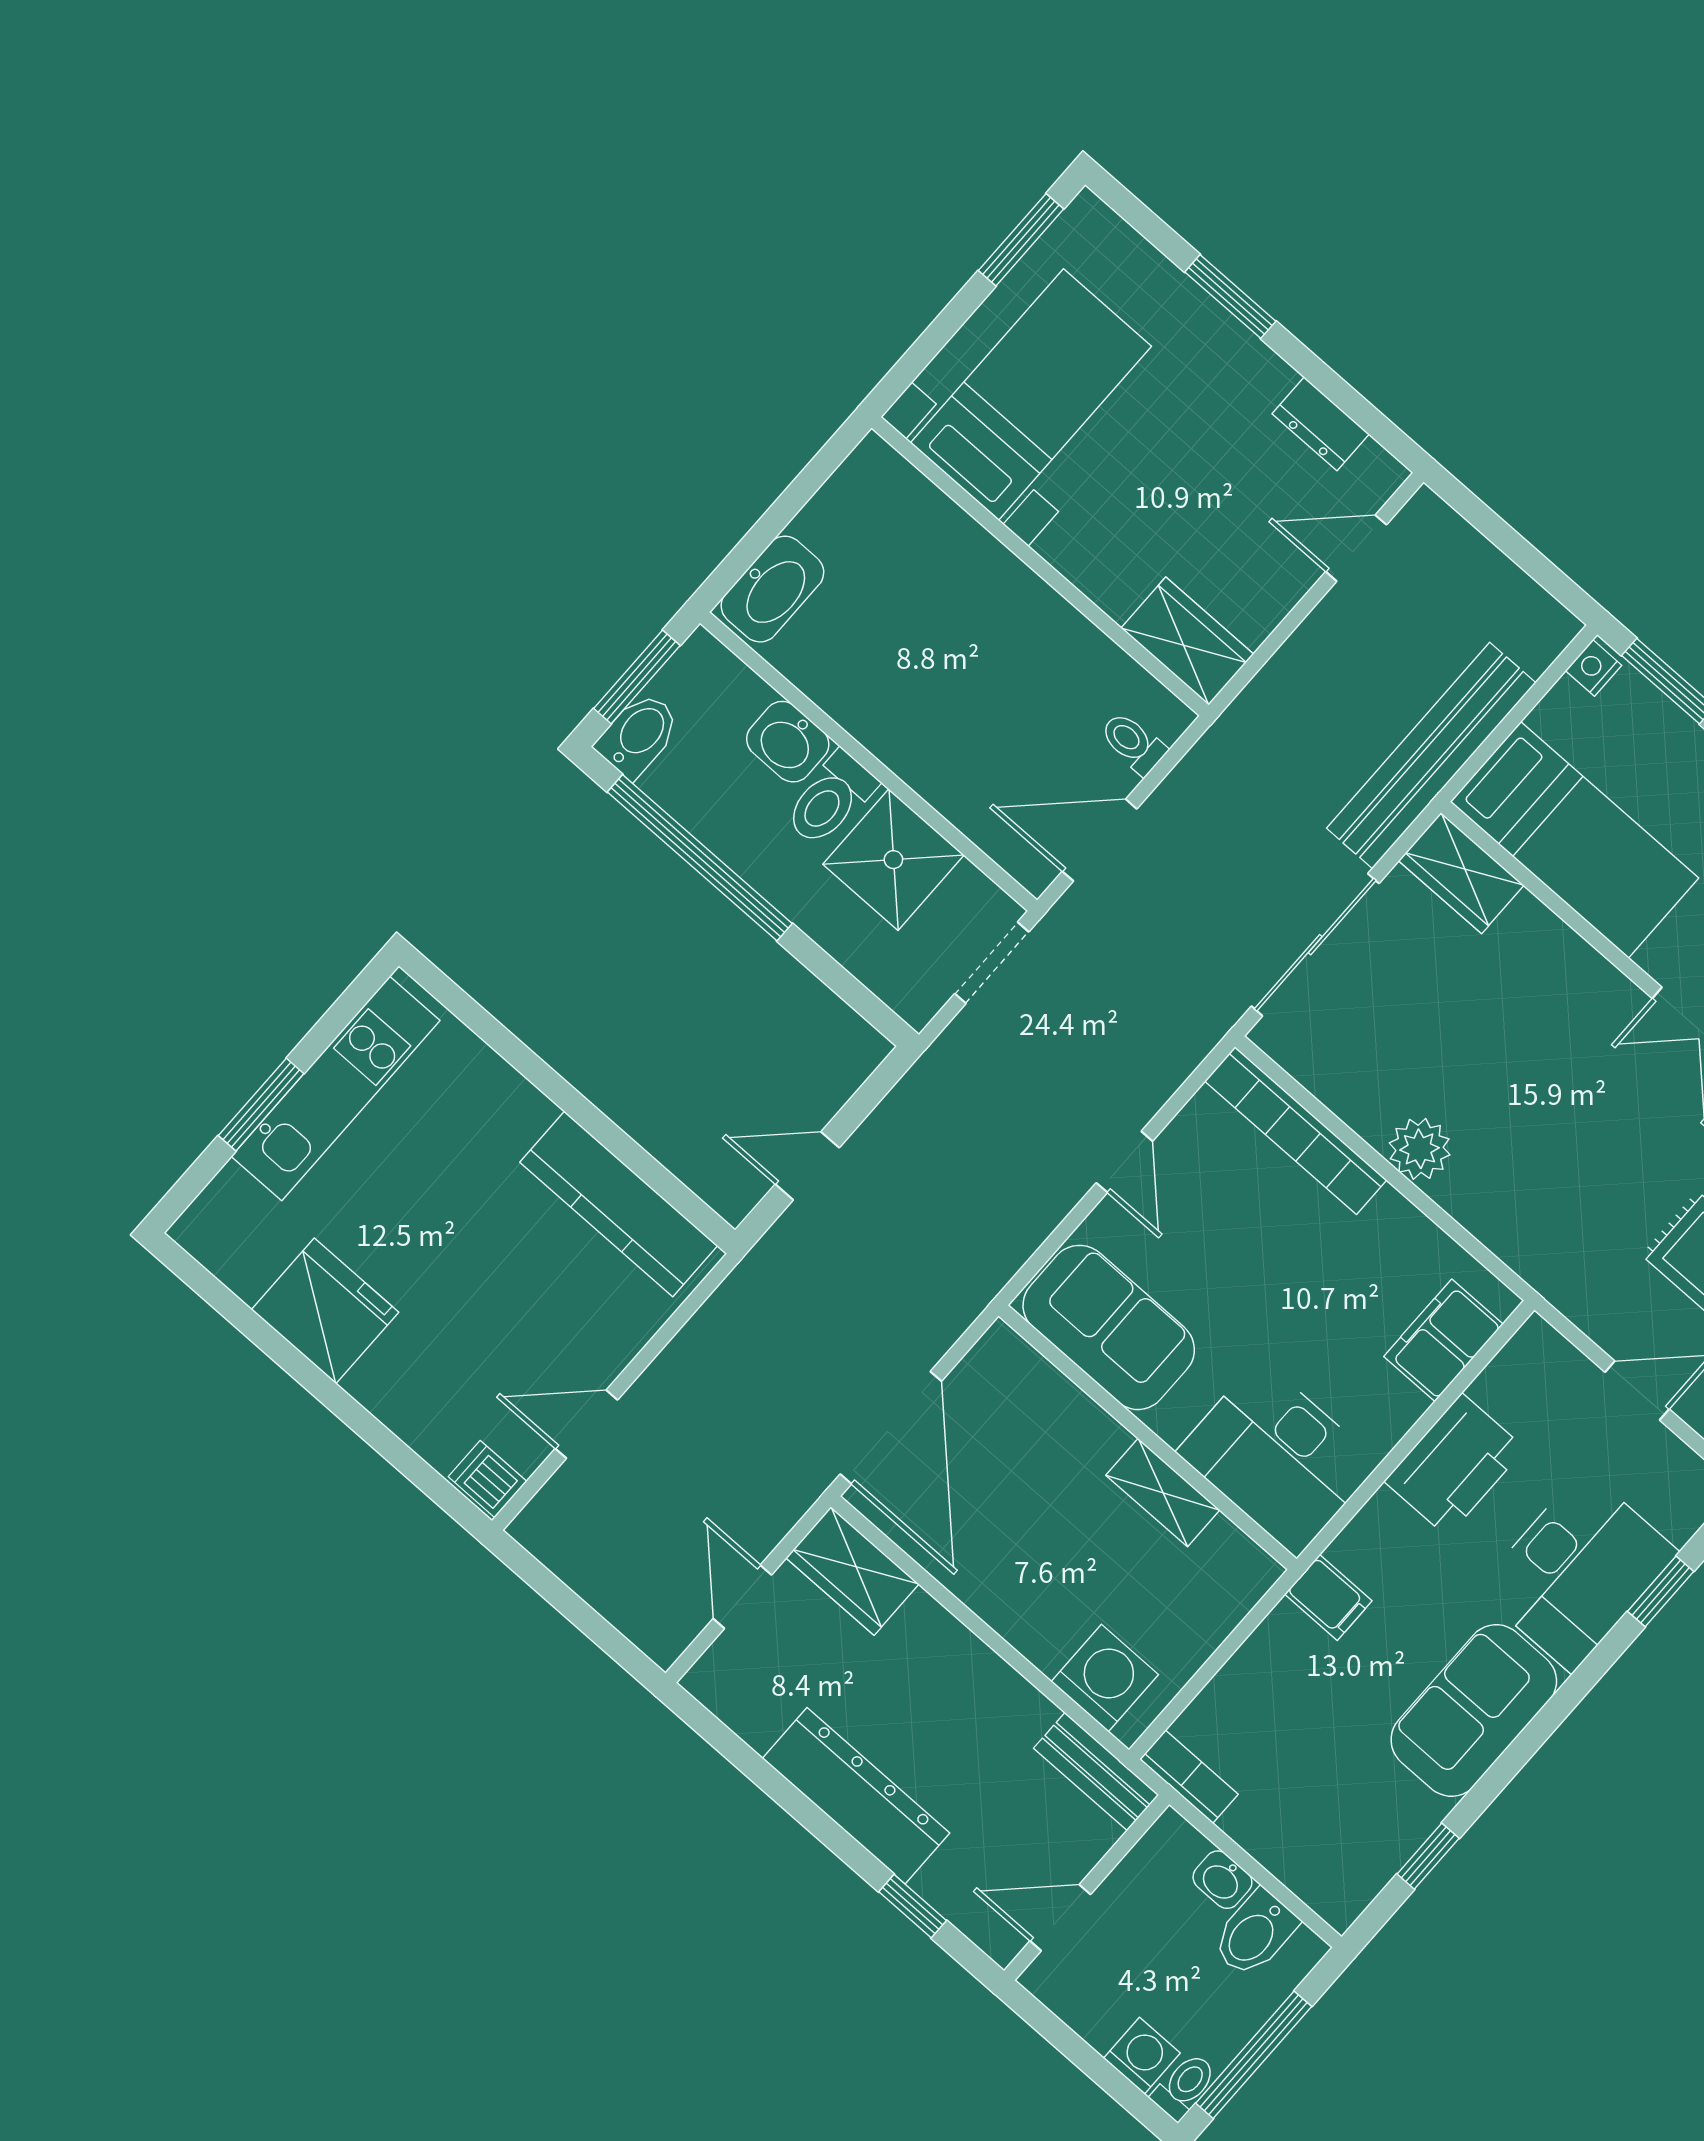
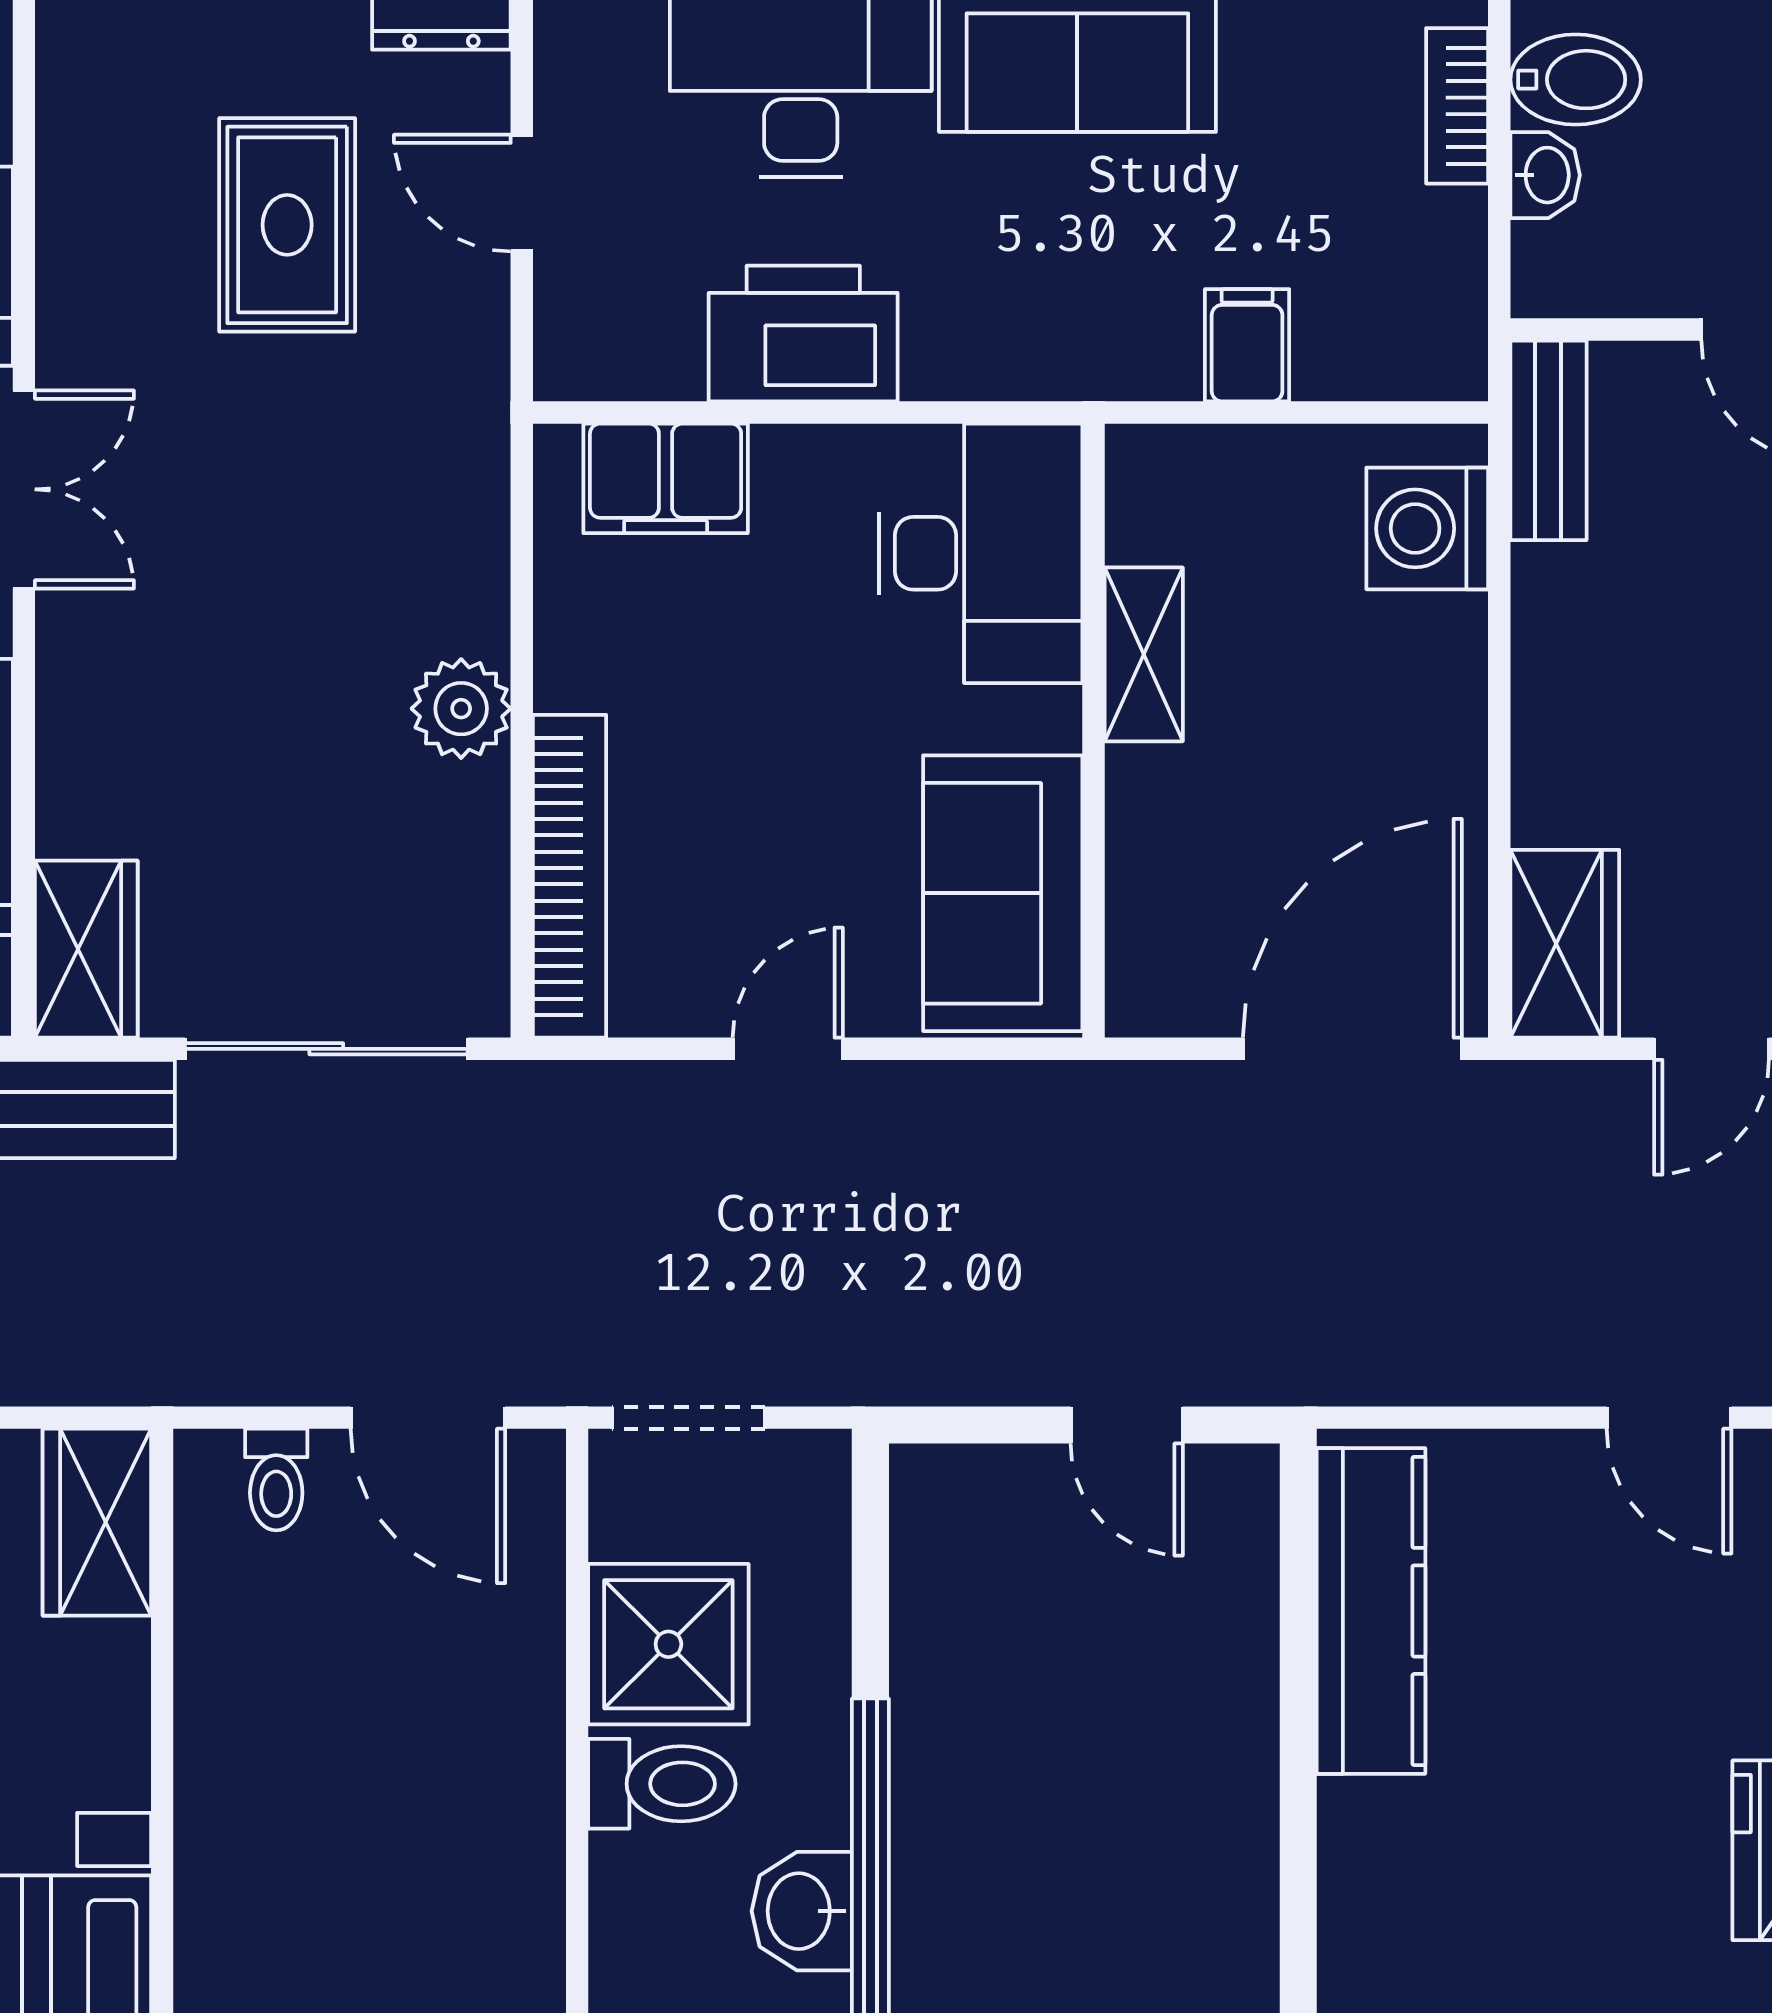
washbasin: (788, 742) -> (802, 1911), moved, turned 180
filing cabinet: (1328, 1598) -> (1247, 345), moved
bookcase: (1189, 1777) -> (1457, 106), moved

